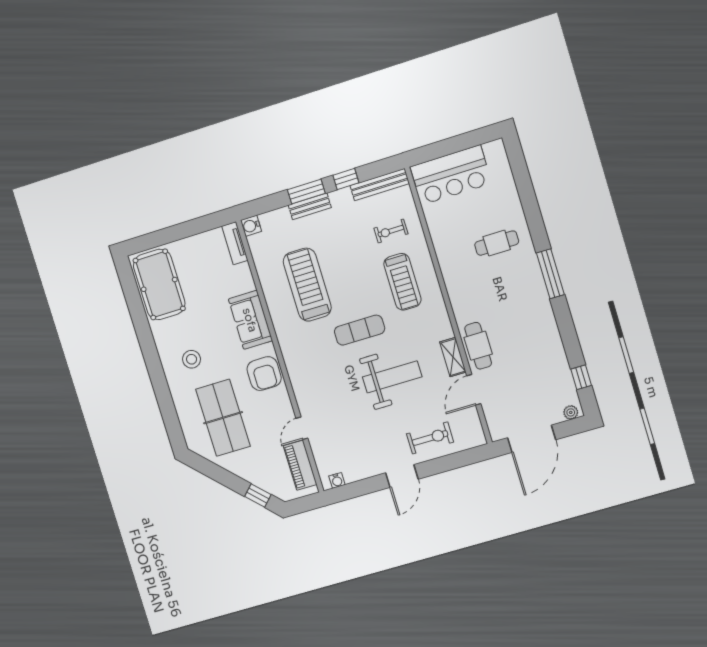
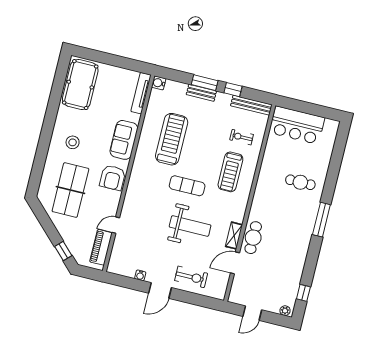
tv unit: (235, 243) -> (141, 93), width x1.41
door: (532, 439) -> (252, 313), width x0.53
water cooler: (337, 480) -> (140, 275), moved

